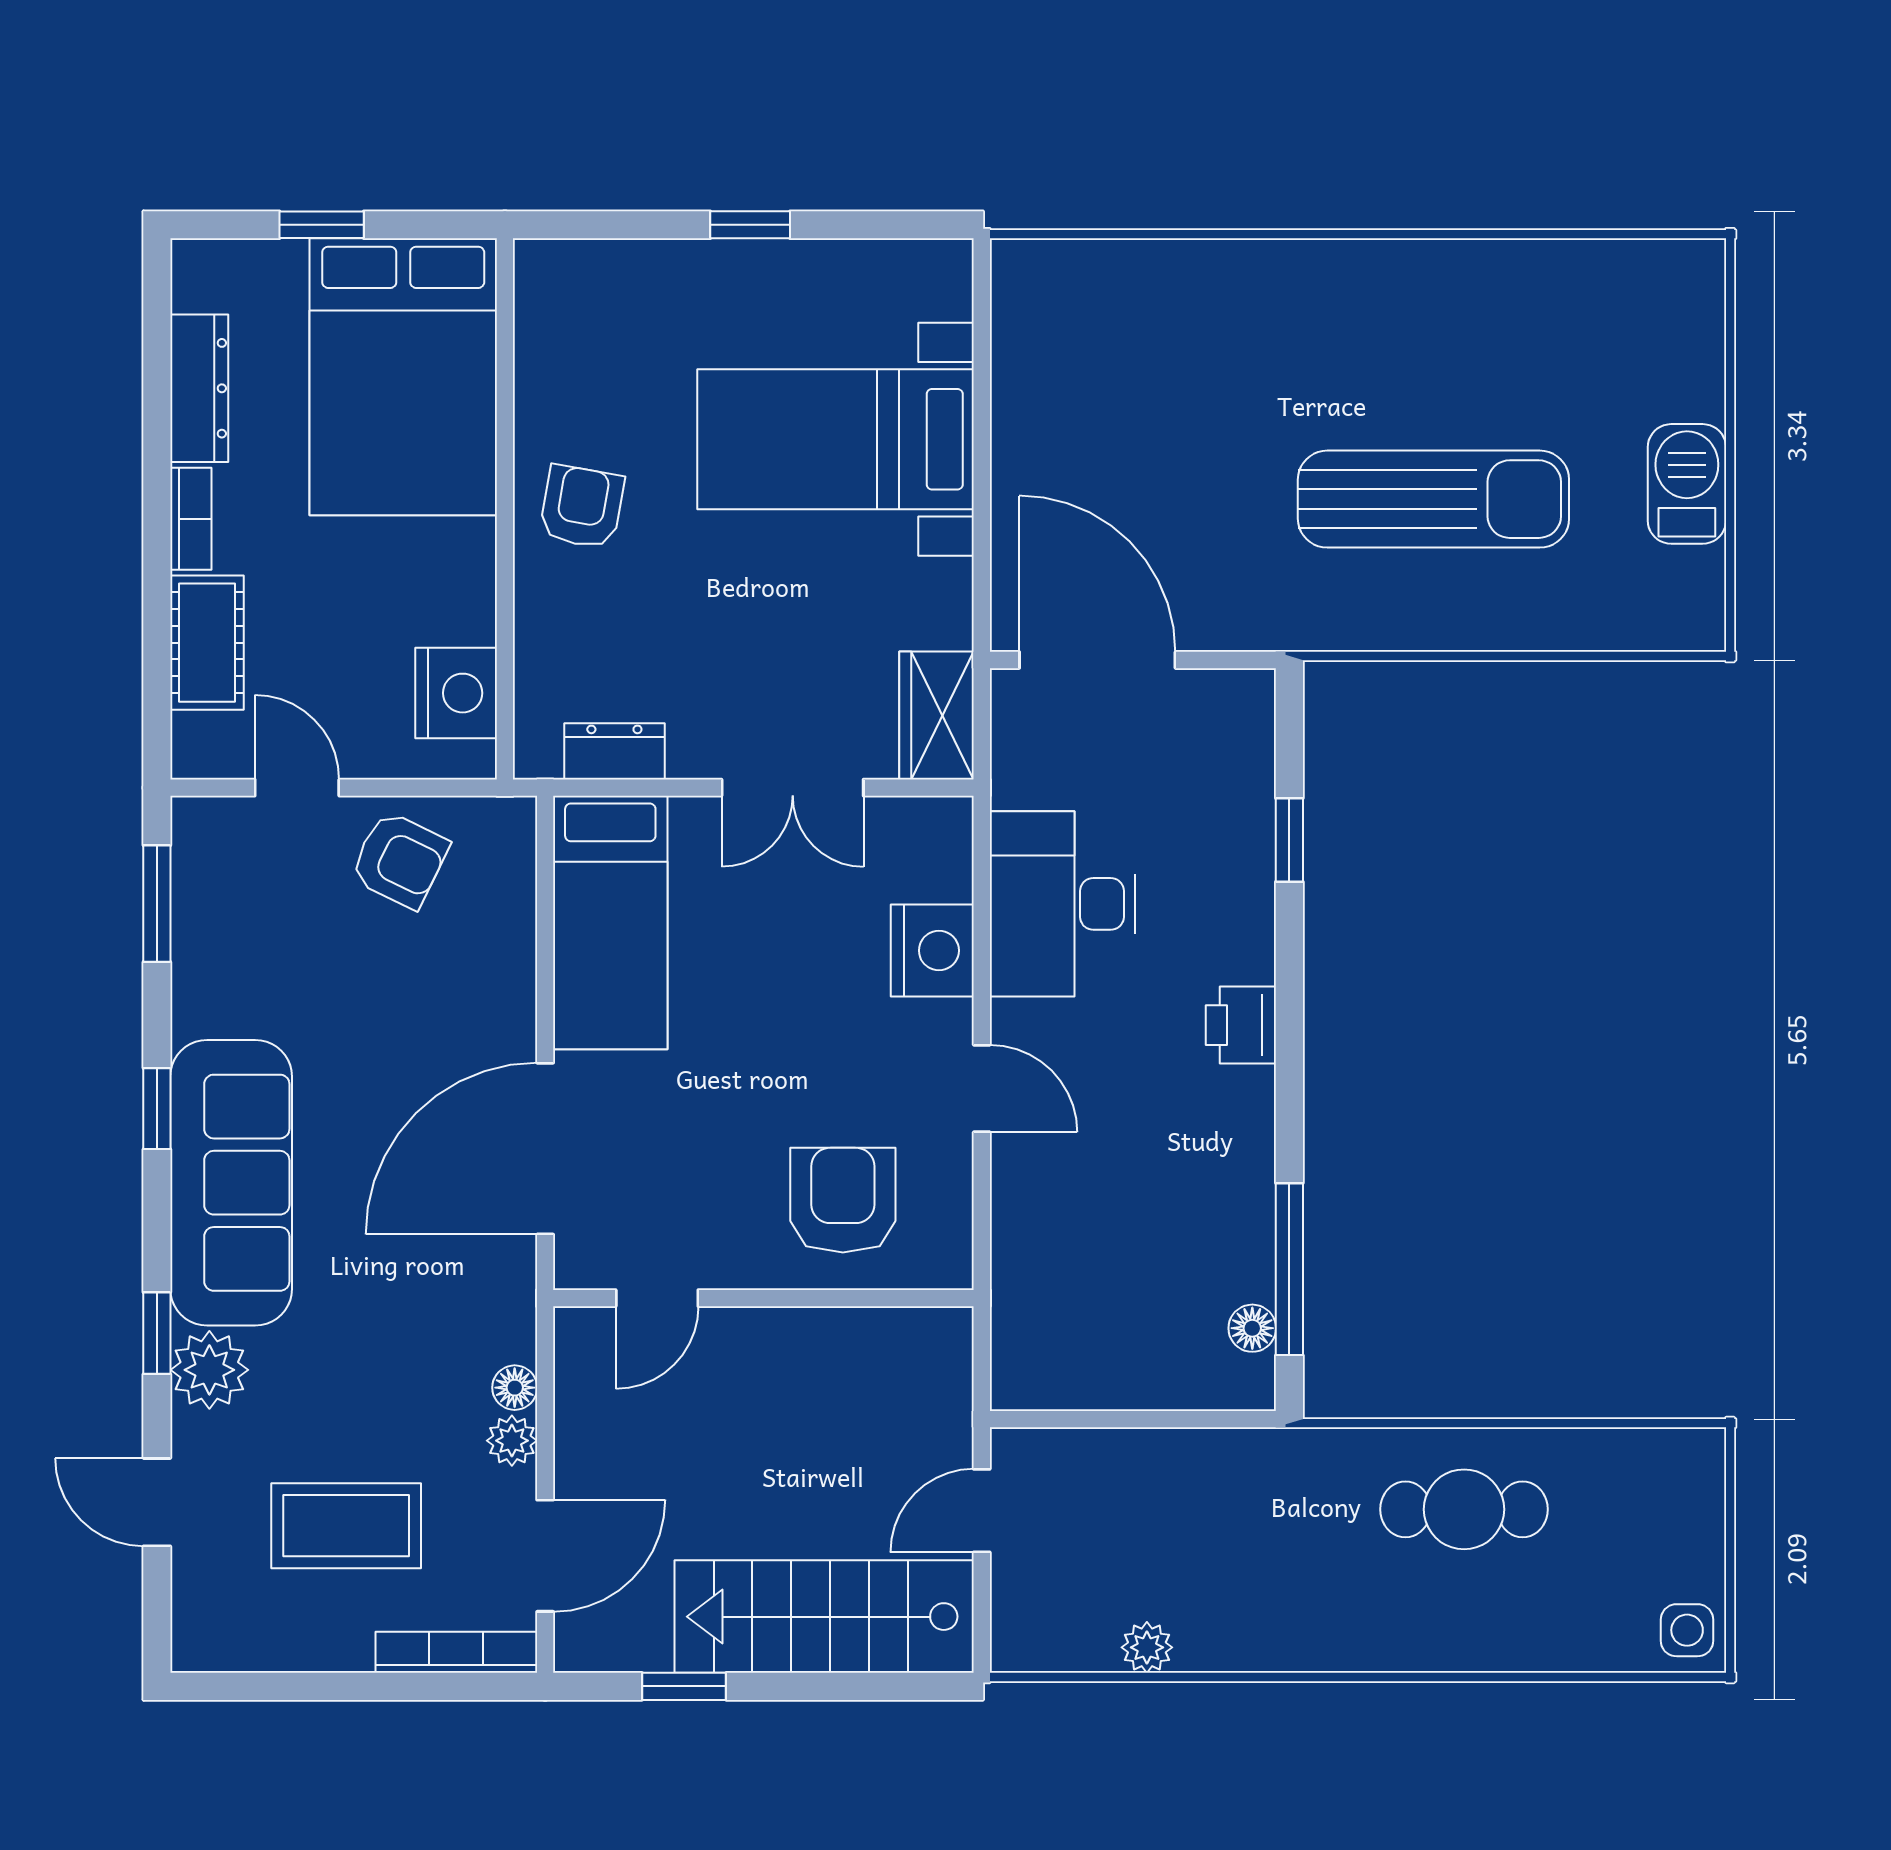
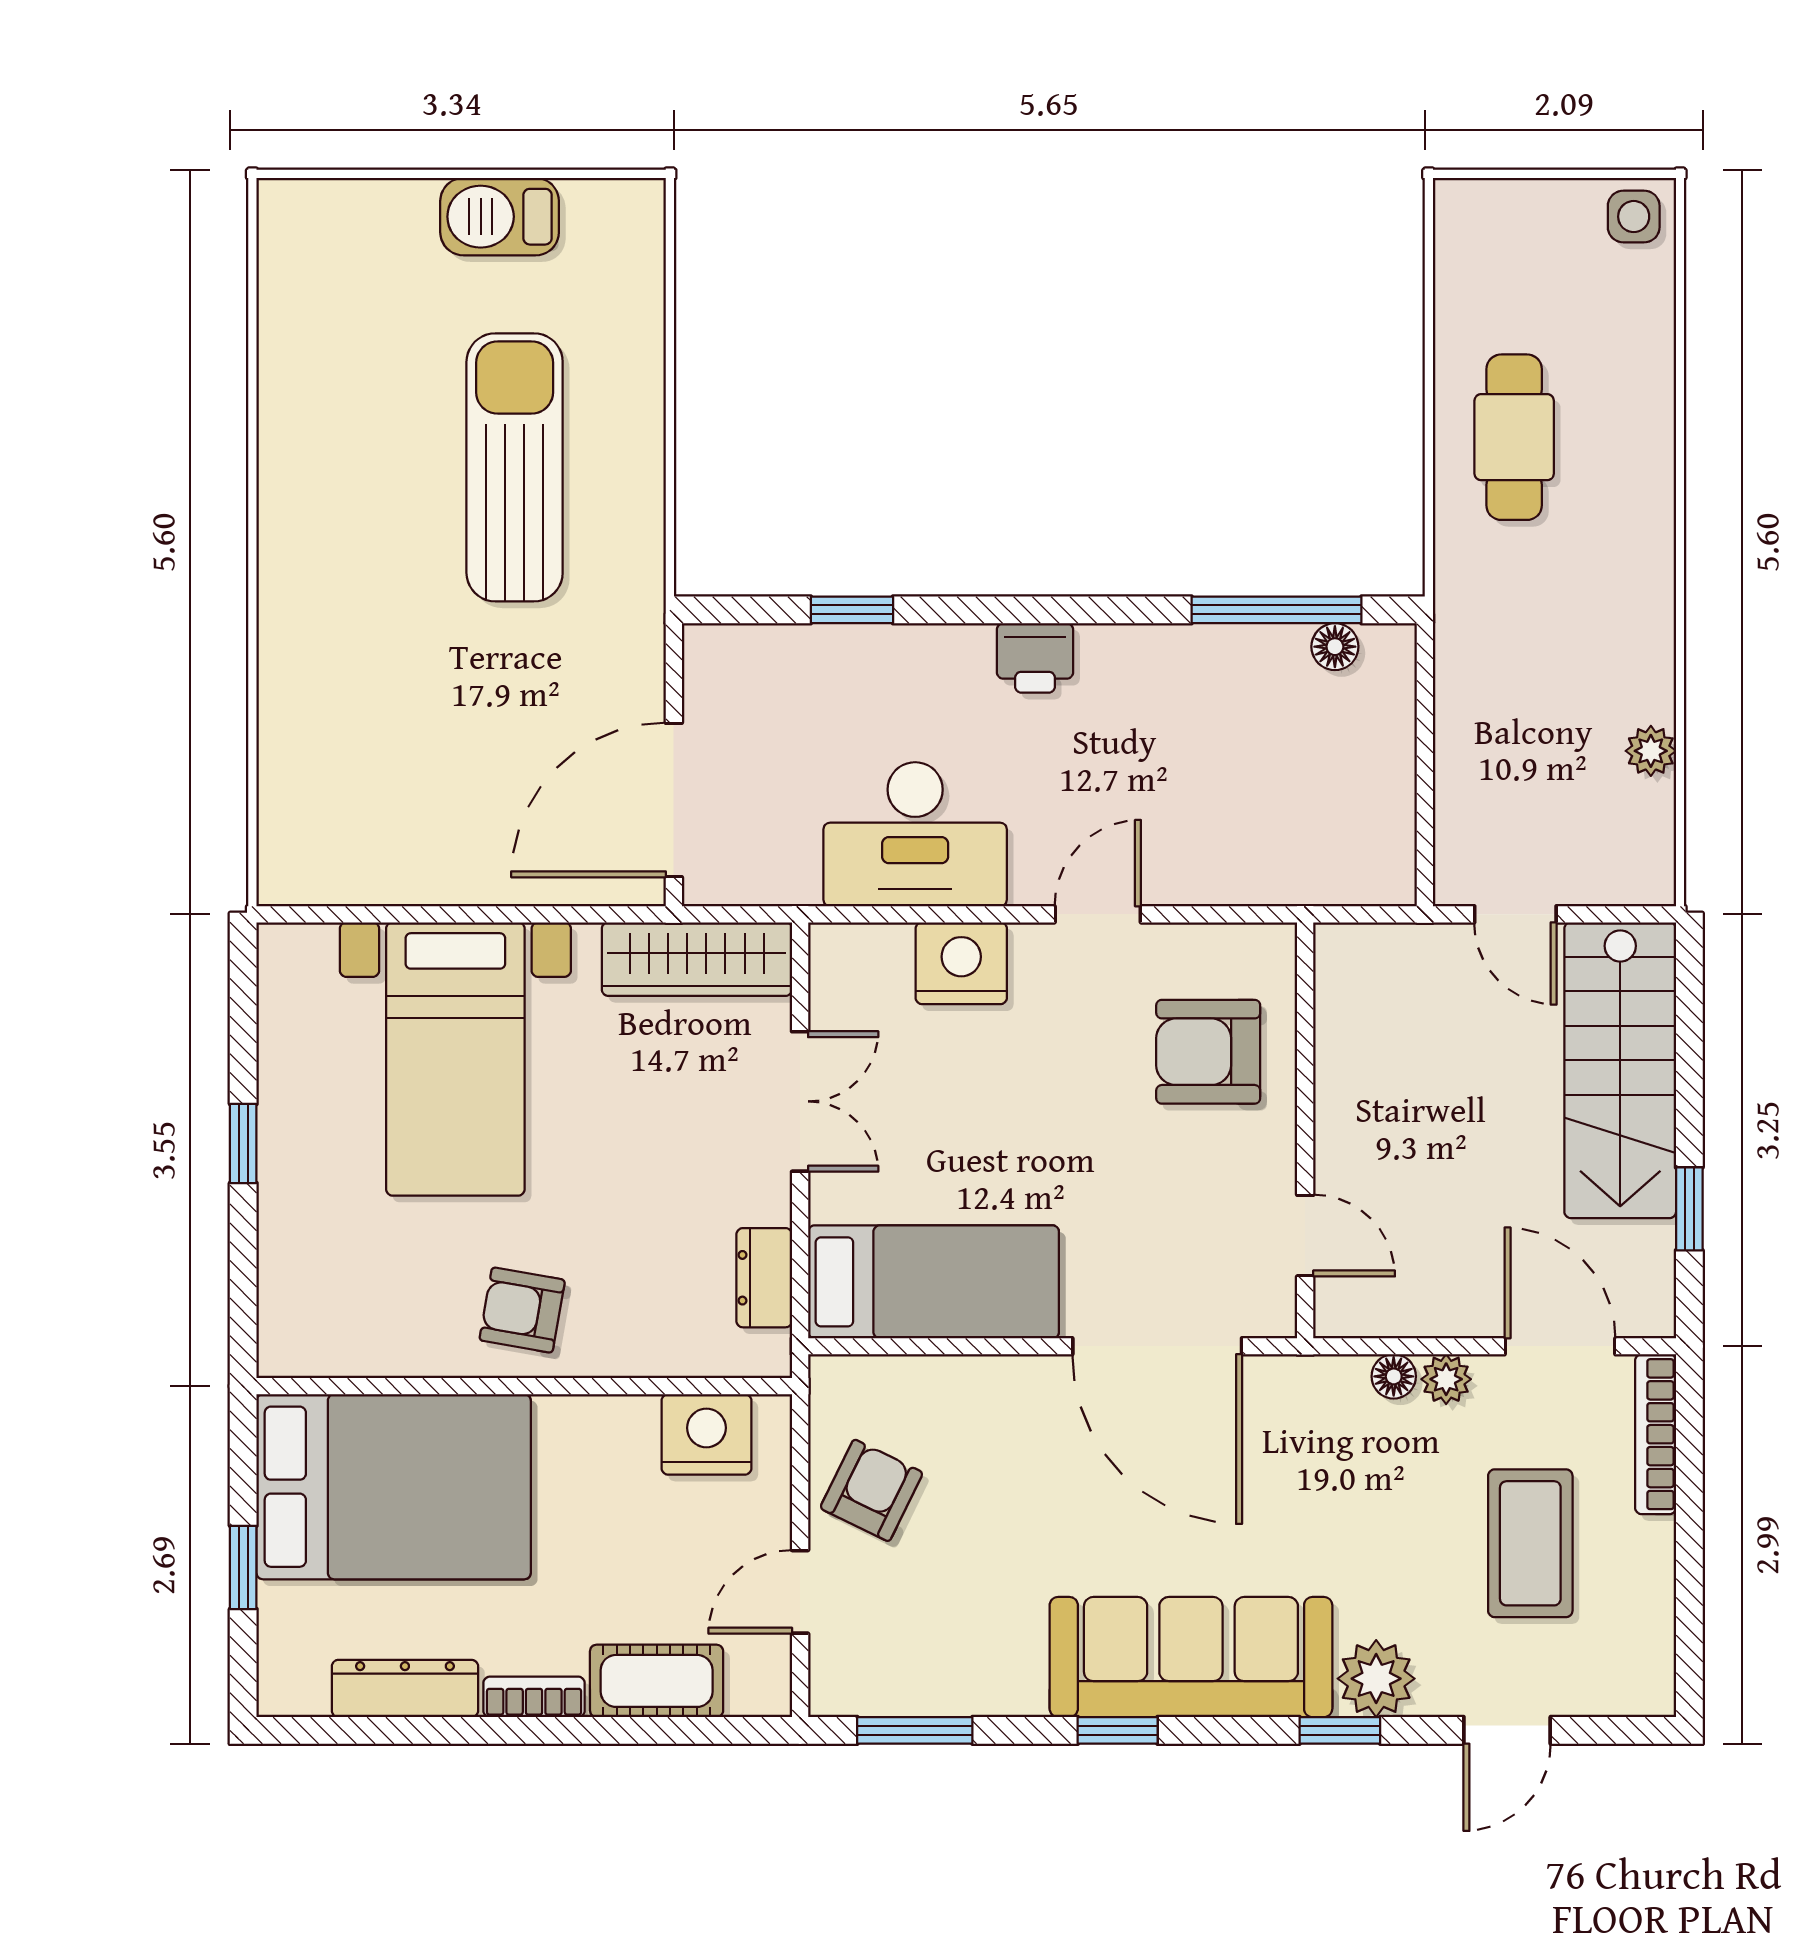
wardrobe: (937, 715) -> (697, 959), width x1.50

